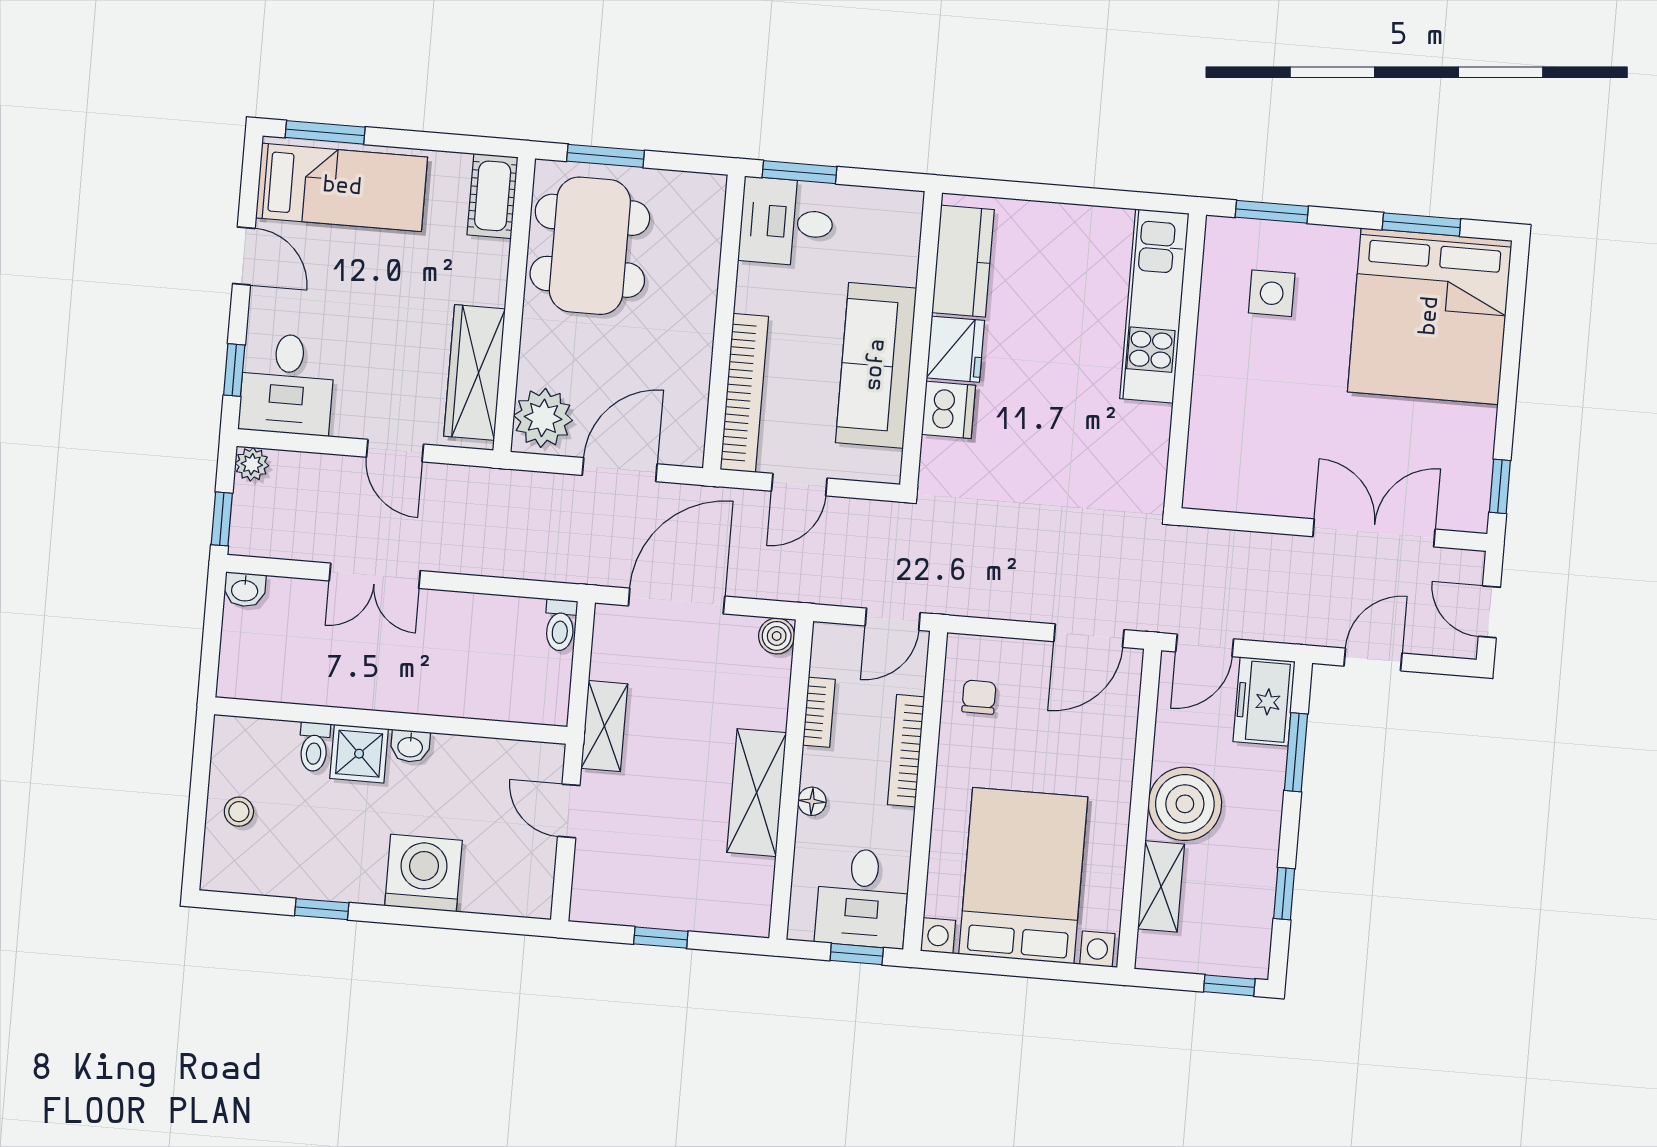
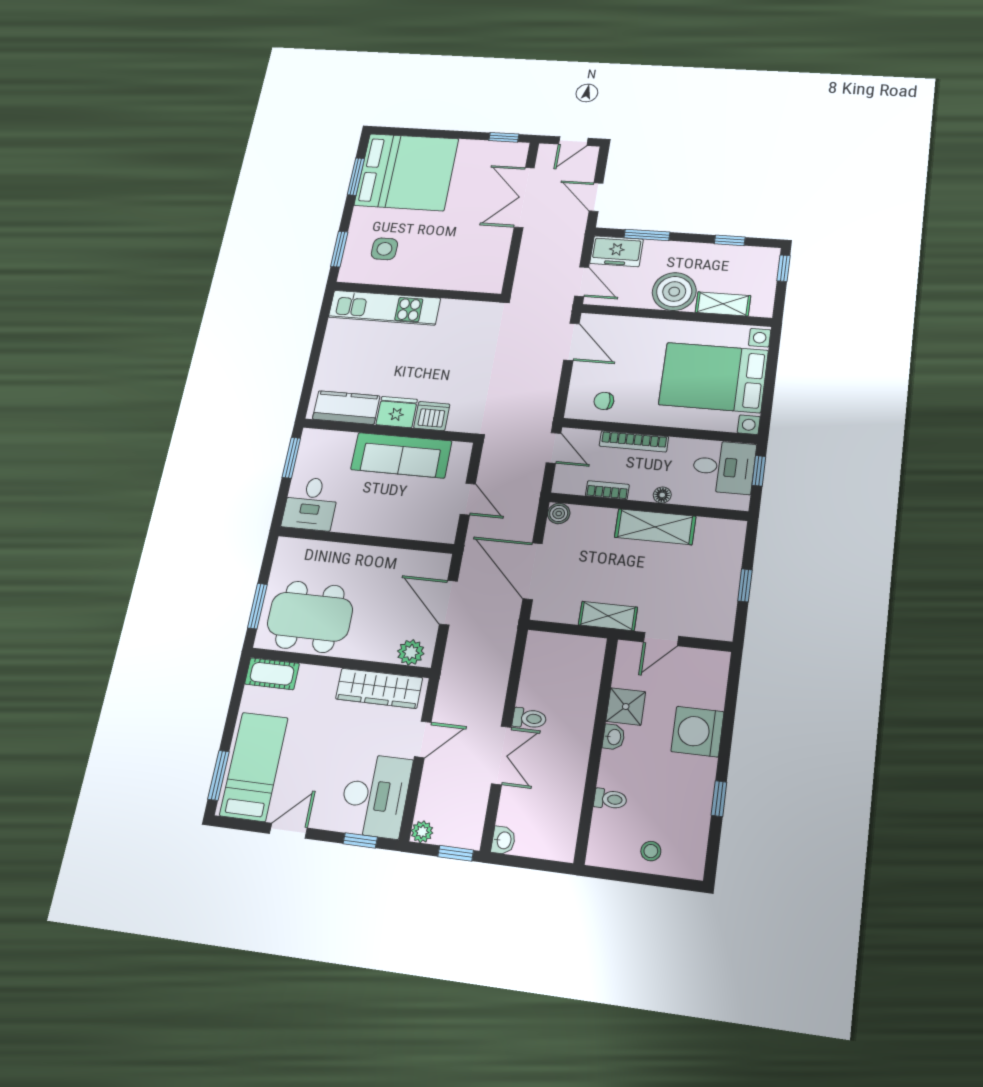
window: (799, 172) -> (291, 458), moved
desk: (287, 384) -> (375, 796), width x1.37
bookcase: (744, 393) -> (409, 529), removed
plant: (543, 418) -> (411, 652), width x0.73, depth x0.73
toilet: (560, 625) -> (529, 718), moved
shower: (359, 754) -> (626, 707), moved

